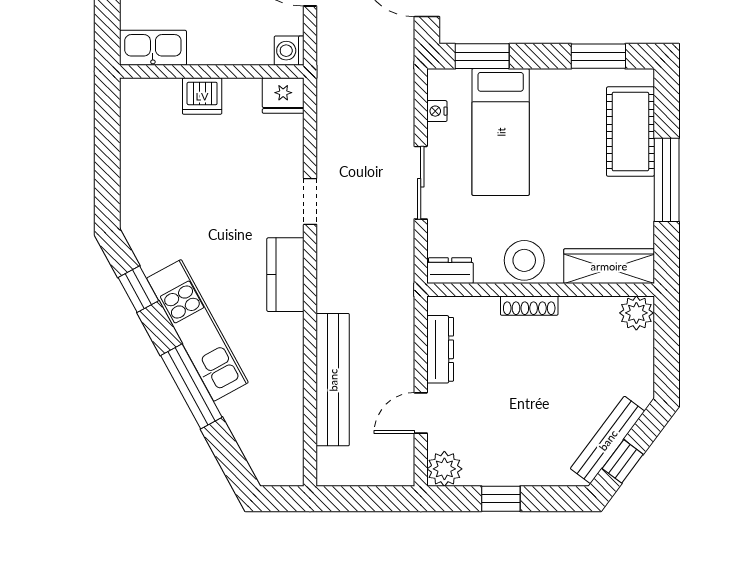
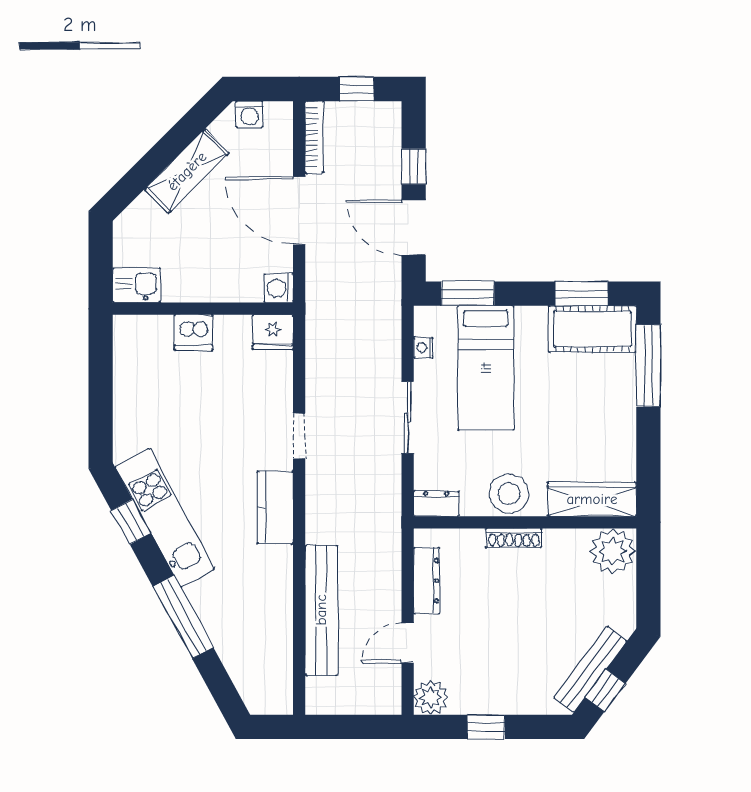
kitchen sink: (153, 48) -> (136, 285), width x0.73
cot: (630, 132) -> (592, 329), moved, turned 90
window: (667, 180) -> (648, 366), moved
plant: (636, 313) -> (613, 551), width x1.36, depth x1.36
kitchen unit: (197, 330) -> (165, 518), moved

